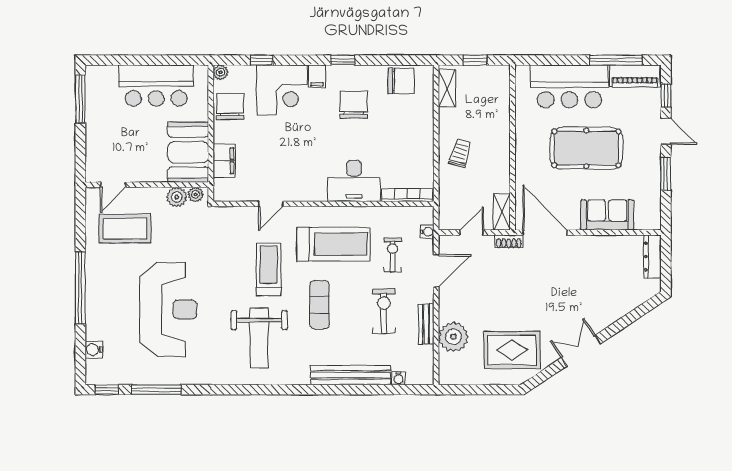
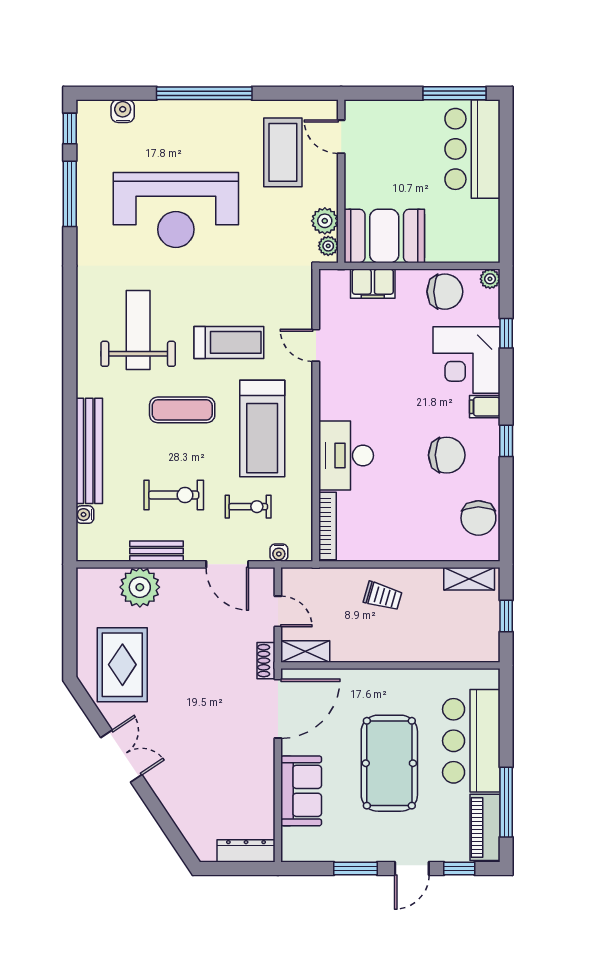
bar counter: (156, 86) -> (472, 149), moved
weight bench: (259, 338) -> (138, 330), turned 90

